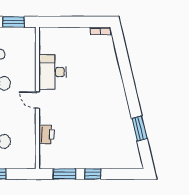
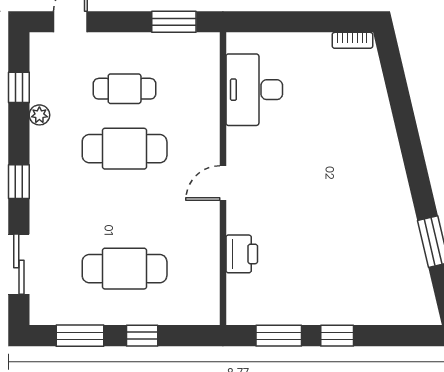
desk: (53, 72) -> (254, 90), moved
door: (37, 100) -> (223, 183), hinge flipped

